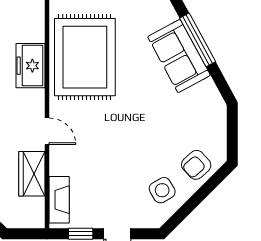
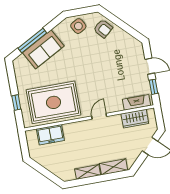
freezer: (30, 66) -> (50, 135), moved
wardrobe: (32, 174) -> (135, 119), moved
side table: (162, 190) -> (78, 26), moved

